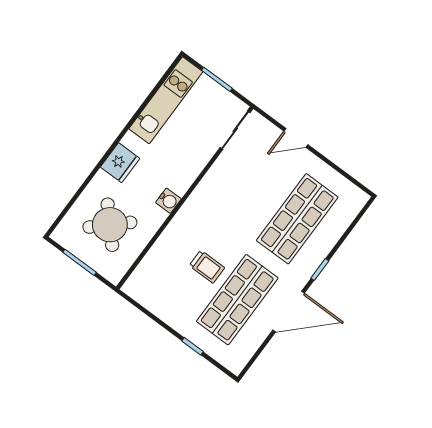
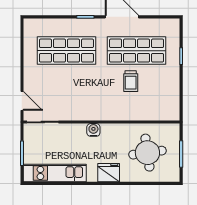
door: (296, 138) -> (22, 101), moved
water cooler: (168, 201) -> (93, 130), moved
round table: (110, 225) -> (147, 153), turned 35
trolley: (207, 267) -> (131, 81), turned 180

